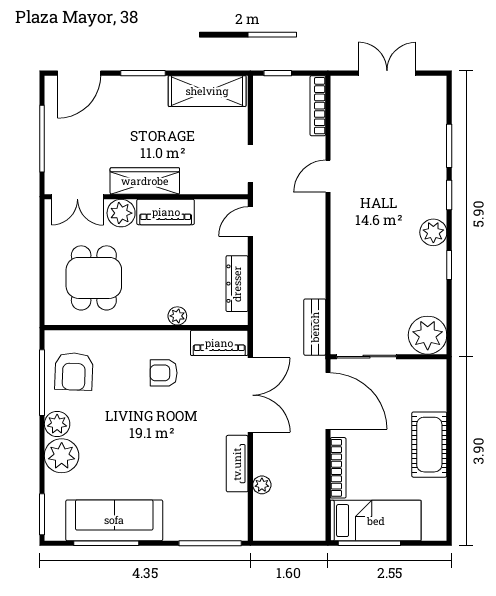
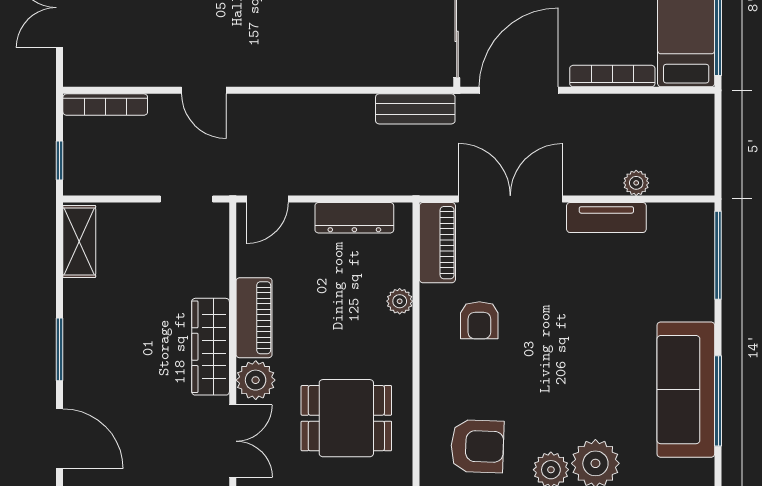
shelving: (207, 91) -> (79, 241), width x0.67, depth x0.75
door: (250, 222) -> (267, 199), hinge flipped

